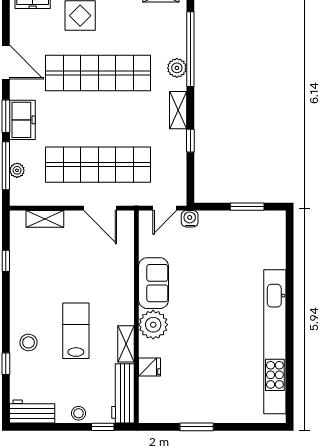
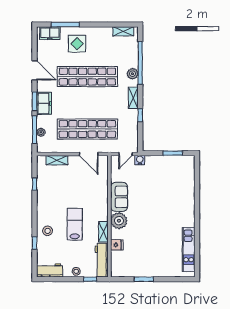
kitchen unit: (275, 342) -> (189, 249), width x0.54

